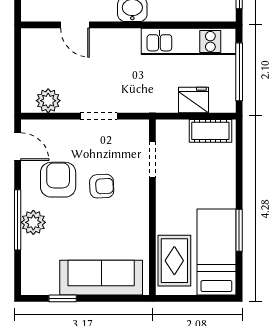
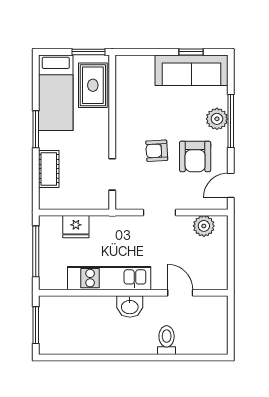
kitchen unit: (189, 41) -> (109, 278), moved
cot: (210, 131) -> (49, 169), moved, turned 90
door: (18, 147) -> (231, 185), hinge flipped
window: (239, 230) -> (36, 129), moved
sofa: (101, 278) -> (191, 70), moved
window: (179, 298) -> (88, 52), added

